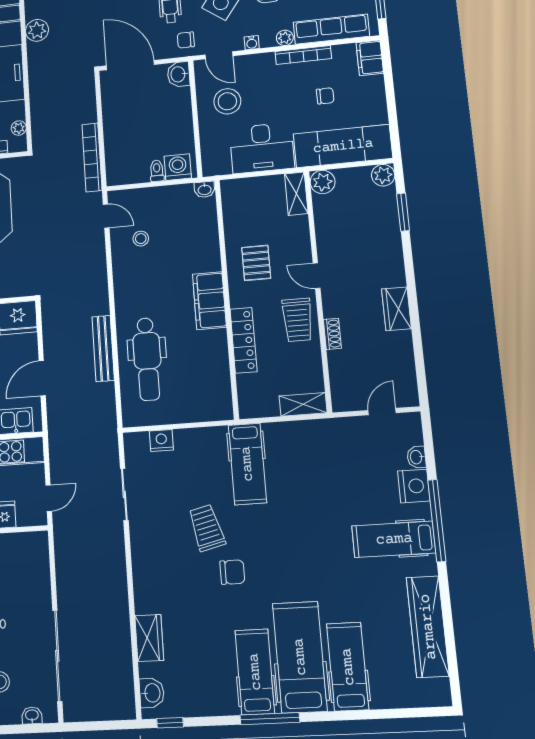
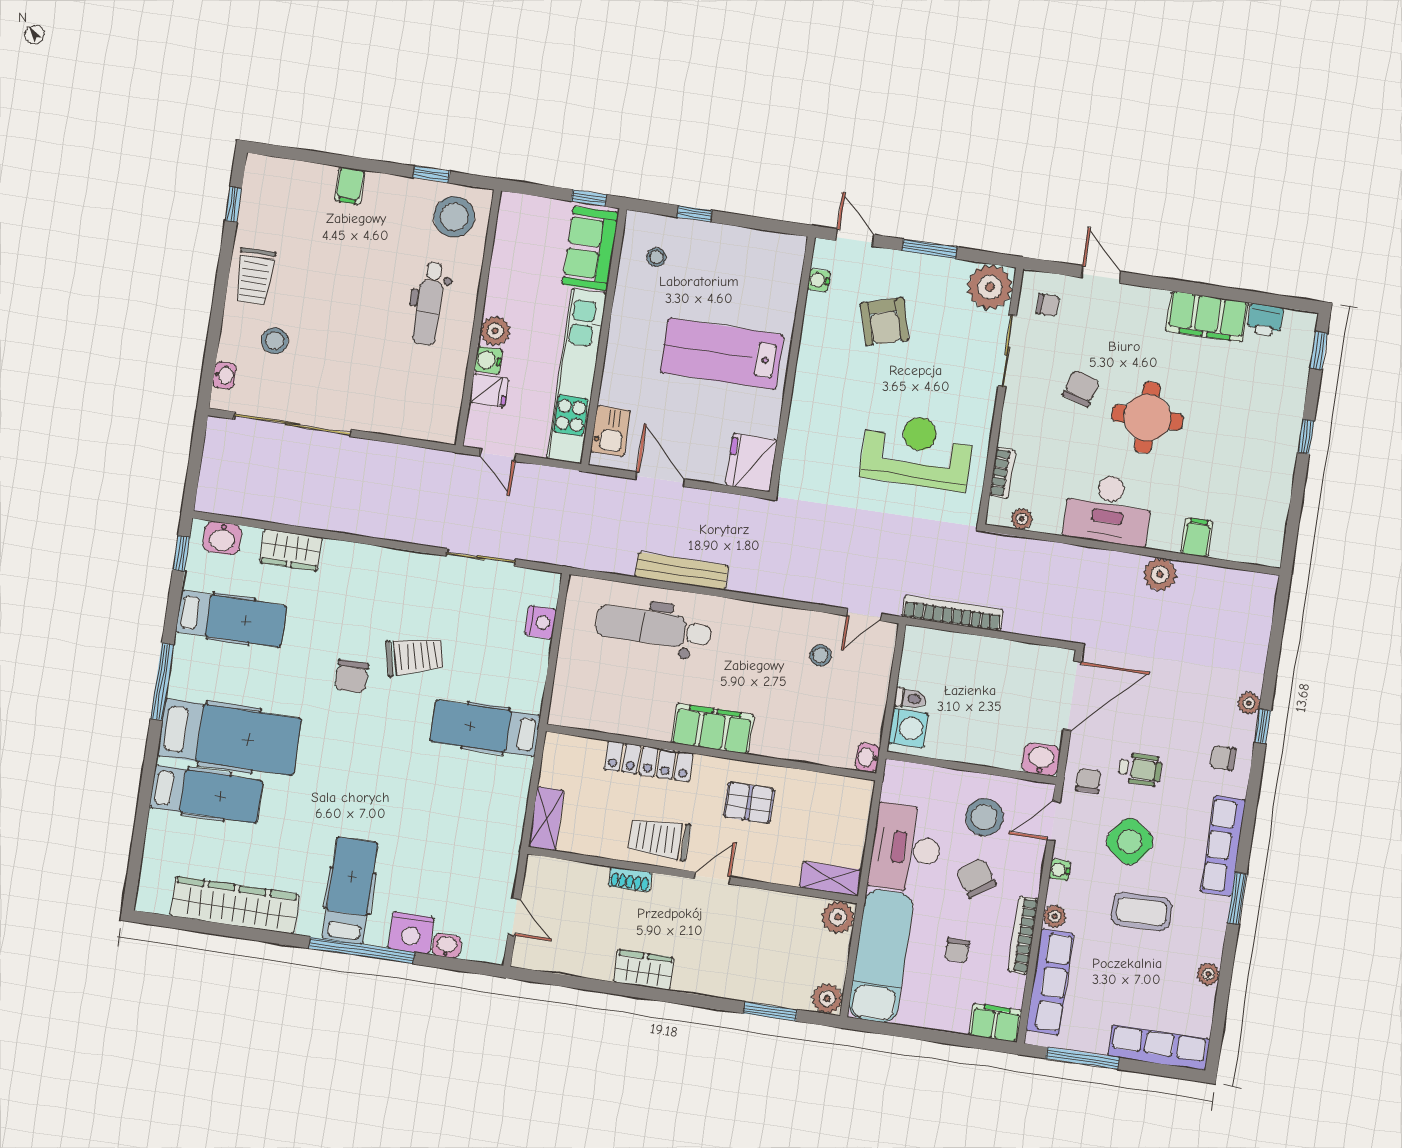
chair: (271, 96) -> (976, 878), added
hospital bed: (255, 672) -> (231, 619), moved

